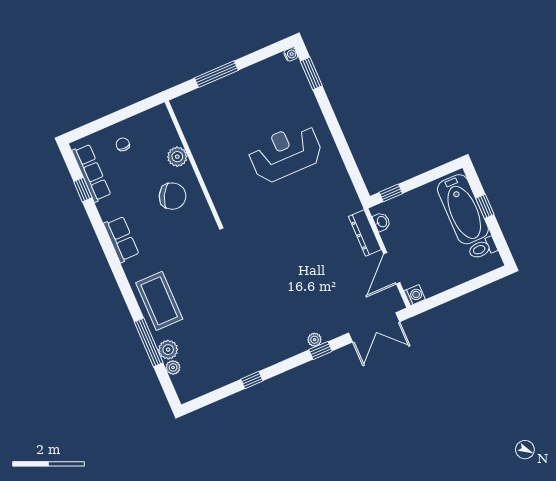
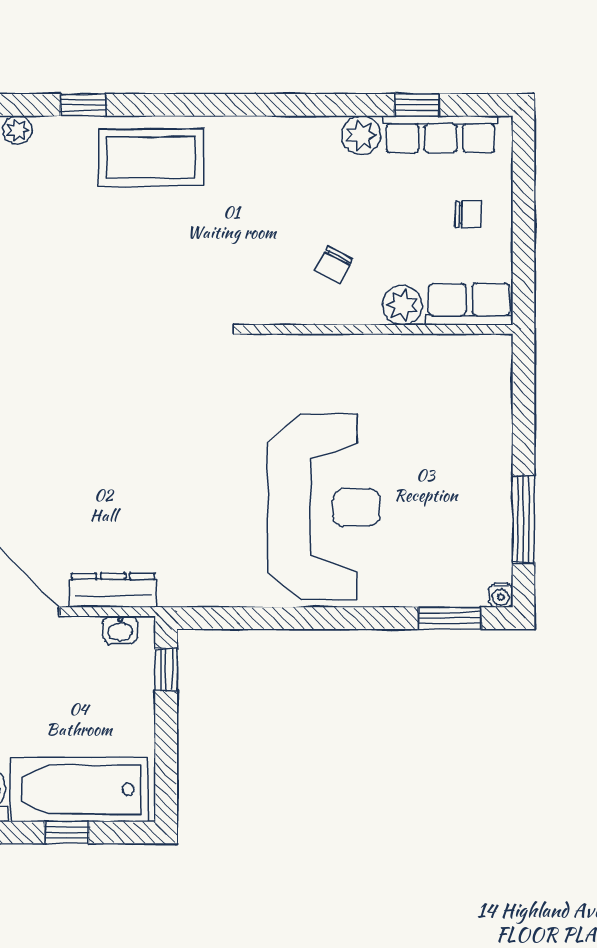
window: (216, 74) -> (523, 519), moved
reception desk: (285, 153) -> (324, 507), width x1.36, depth x1.30
chair: (172, 196) -> (334, 265), width x0.54, depth x0.54
row of seats: (121, 239) -> (469, 304), moved, turned 180
window: (149, 342) -> (83, 105), width x0.46
plant: (168, 350) -> (361, 135), moved

